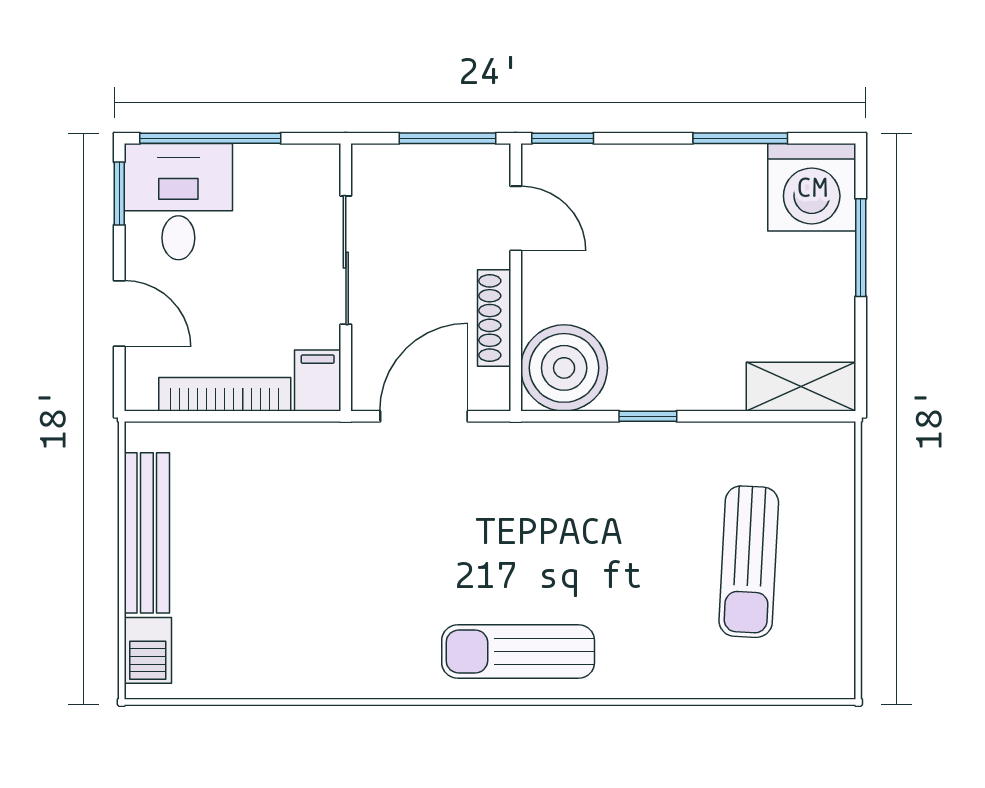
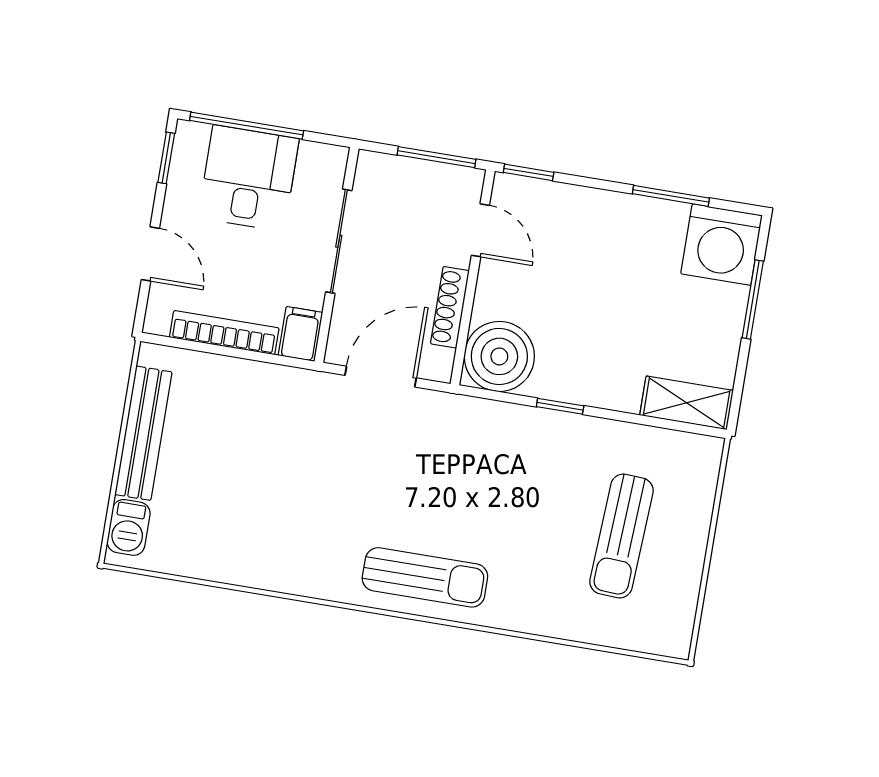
desk: (178, 202) -> (248, 178), moved
sun lounger: (518, 651) -> (425, 577), turned 180

